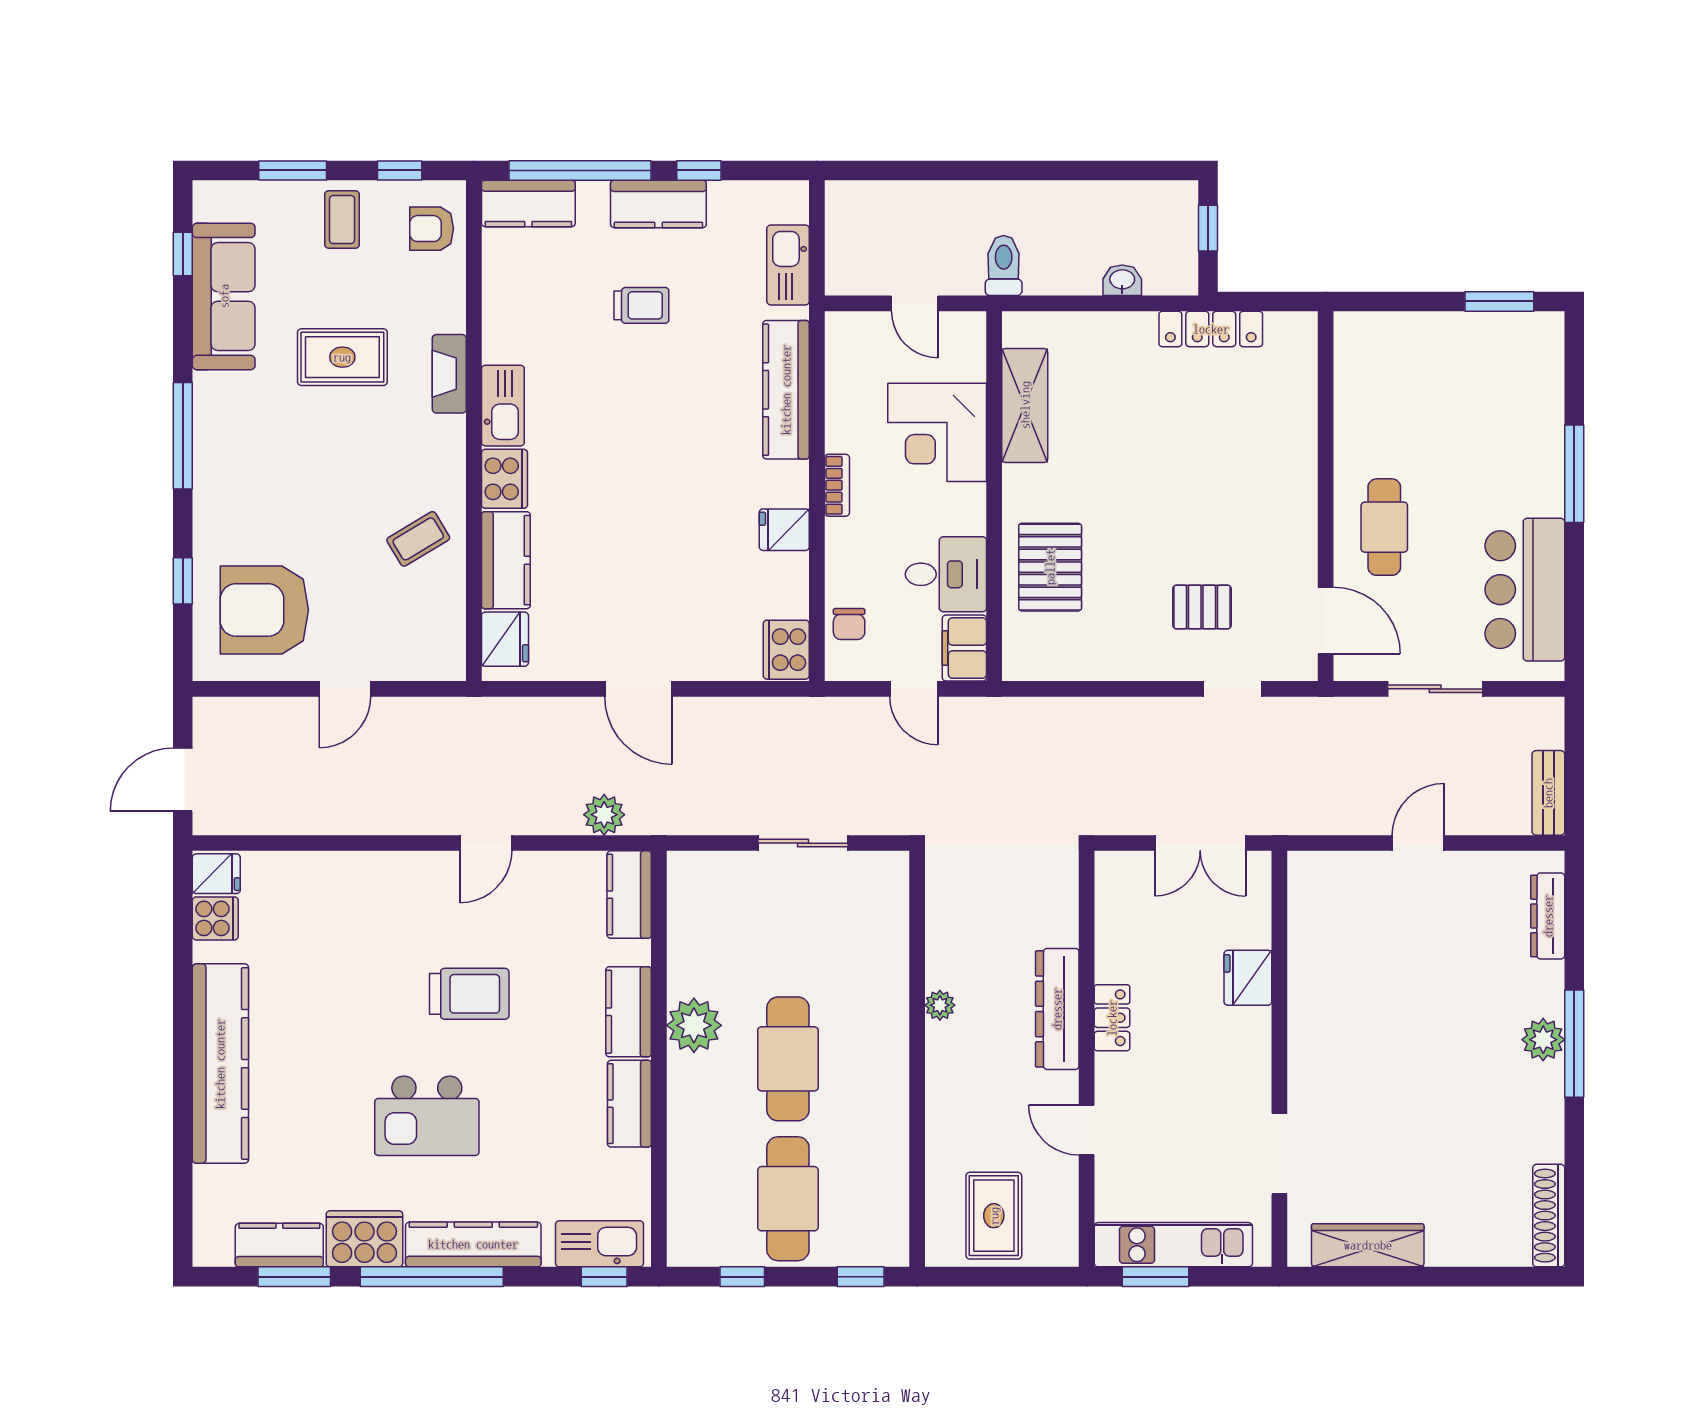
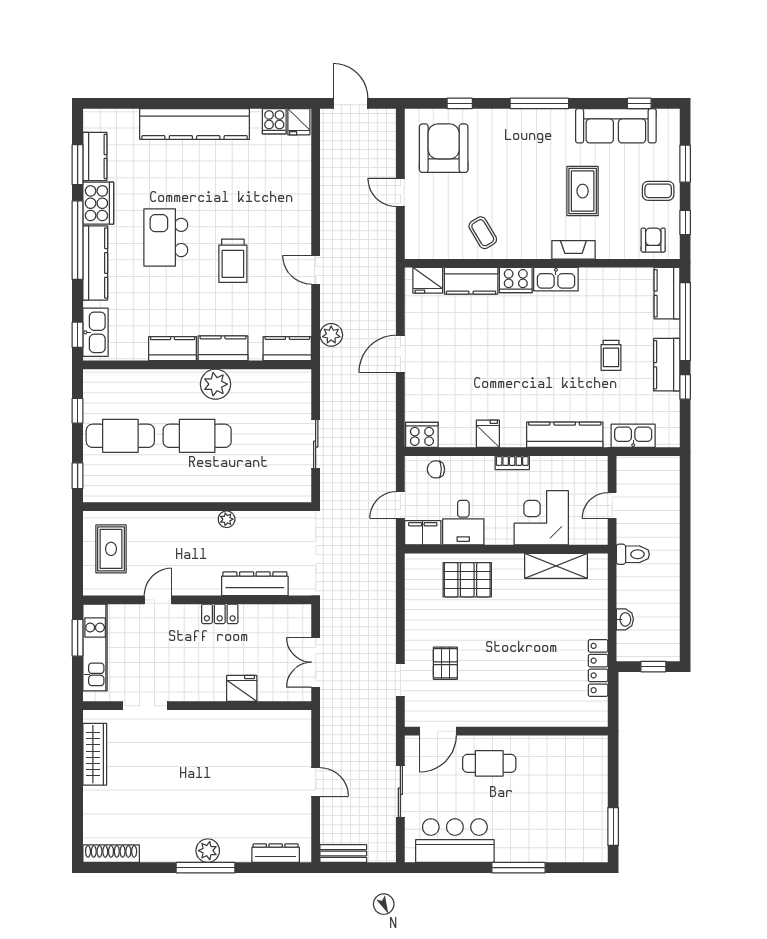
dresser: (1057, 1009) -> (255, 584), moved
rug: (994, 1216) -> (111, 549), turned 90

